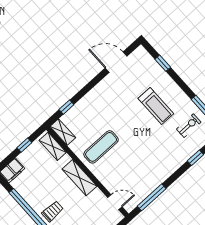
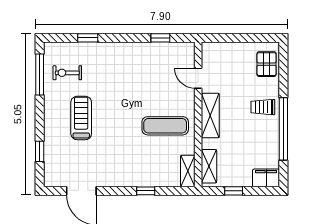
window: (66, 107) -> (146, 191), moved
window: (152, 197) -> (160, 38), width x0.46
door: (115, 202) -> (198, 78), moved

